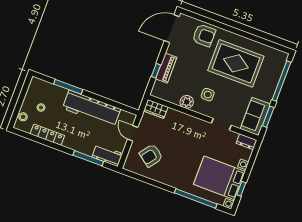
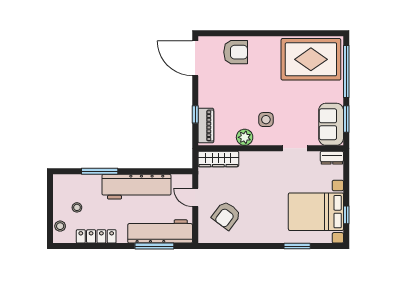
door: (172, 29) -> (195, 58), hinge flipped
rug: (236, 63) -> (311, 59), moved
piano: (166, 68) -> (206, 126), moved
wardrobe: (156, 109) -> (218, 159), width x1.50
workbench: (107, 155) -> (160, 231), width x1.88, depth x1.32
window: (196, 198) -> (297, 246), width x0.47

